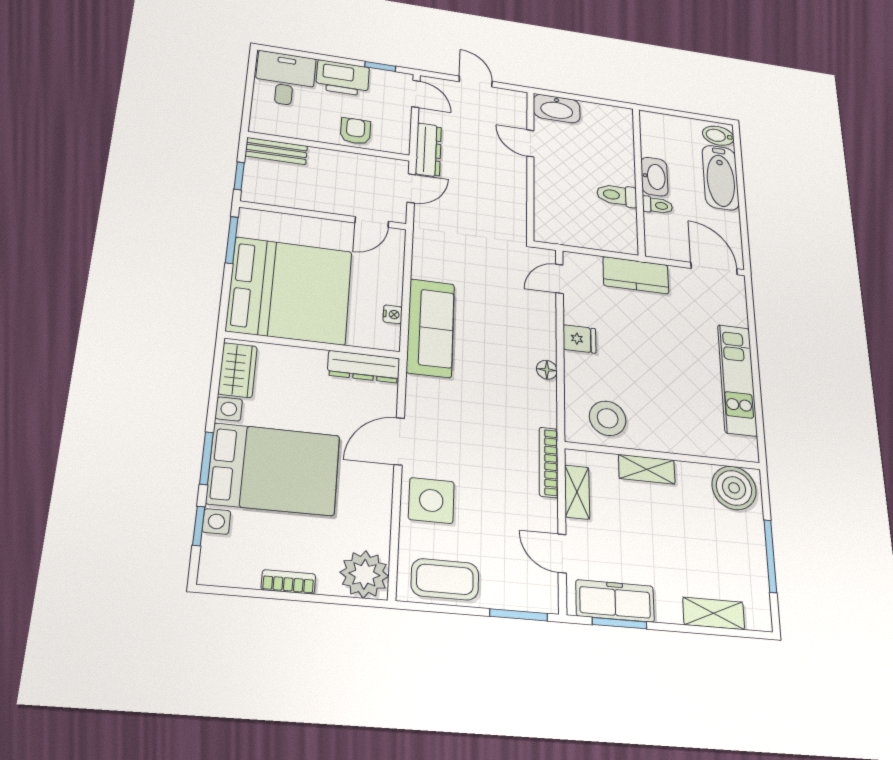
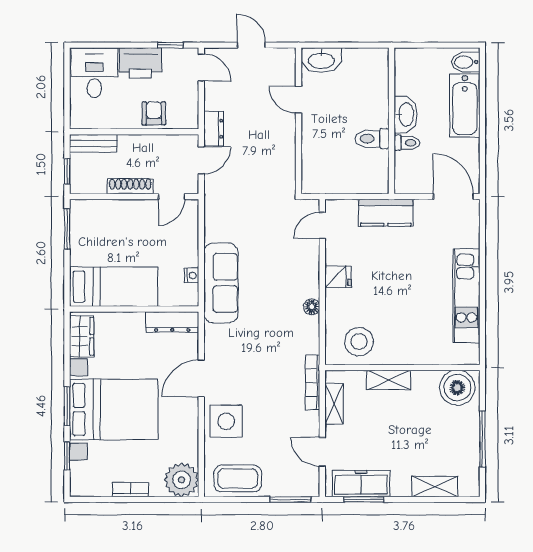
dresser: (428, 150) -> (214, 129), width x0.70
shoe rack: (320, 204) -> (130, 186), added
bed: (290, 291) -> (114, 287), width x0.49

